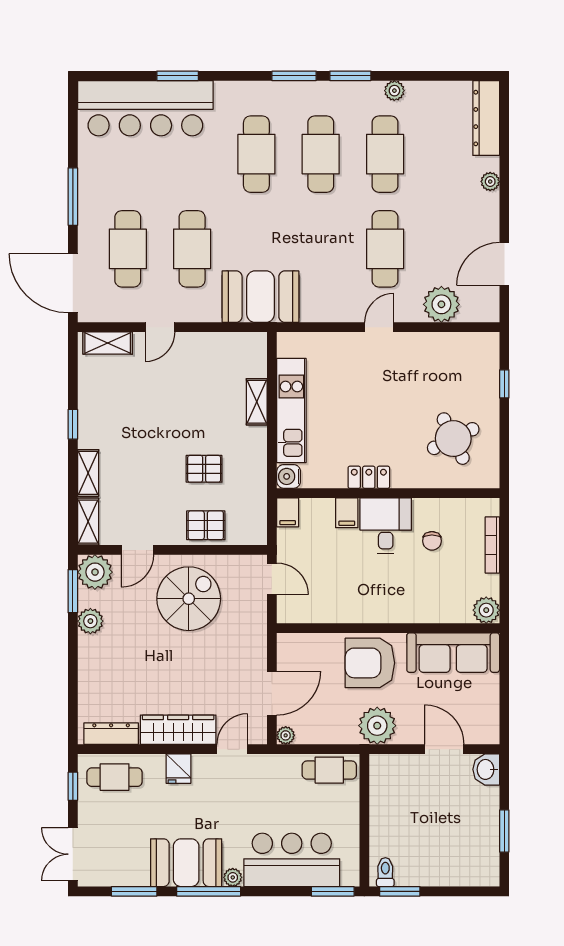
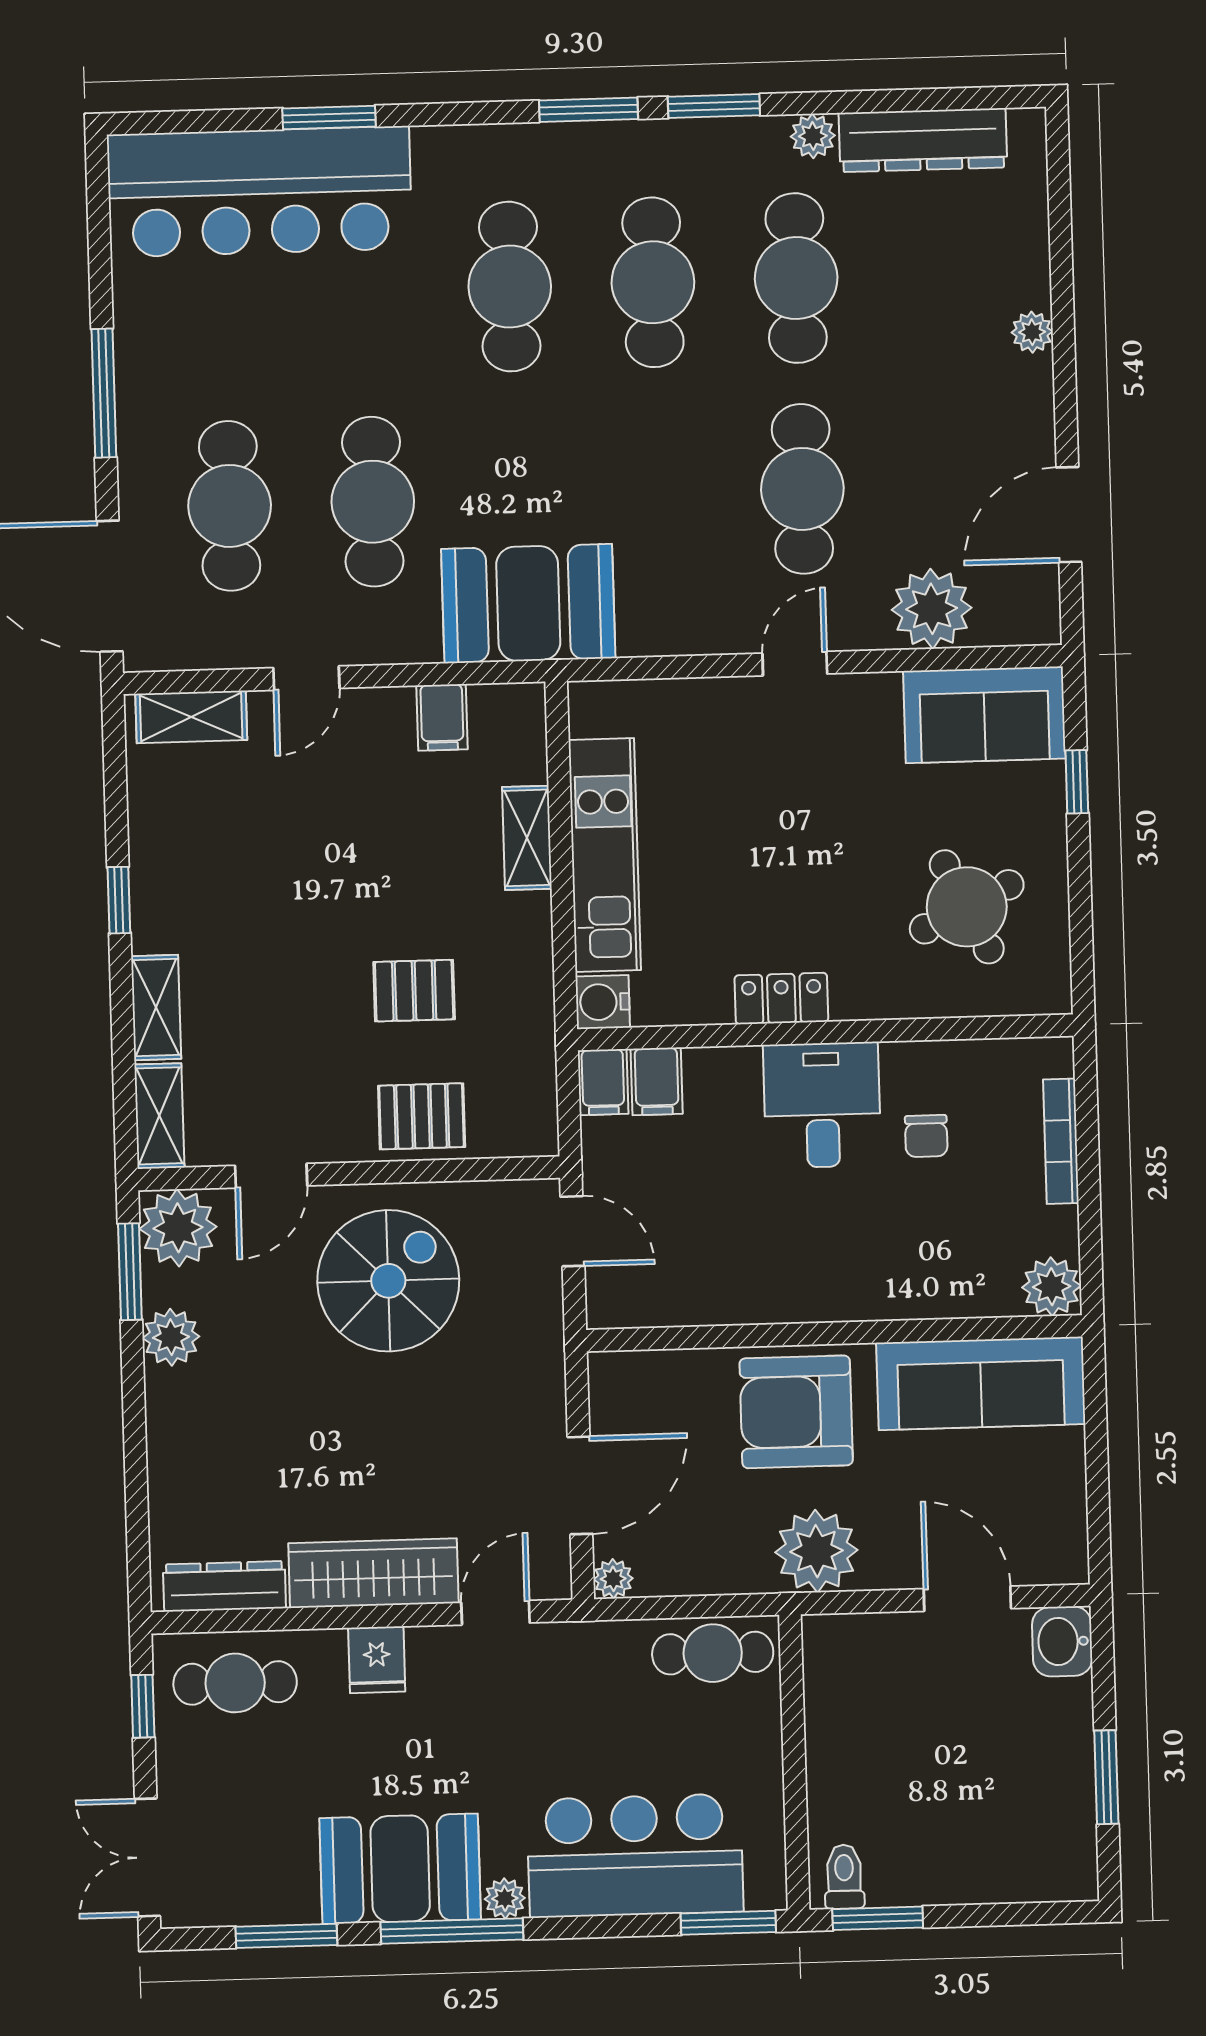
dresser: (486, 118) -> (923, 140), moved, turned -90
filing cabinet: (220, 347) -> (442, 717), added
sofa: (464, 353) -> (984, 715), added
filing cabinet: (347, 513) -> (657, 1081), moved

